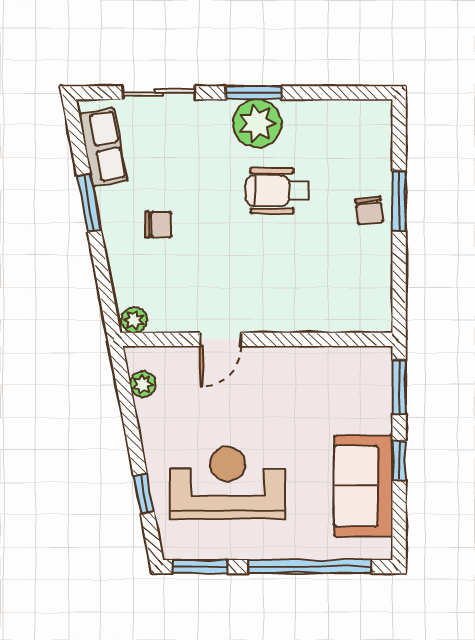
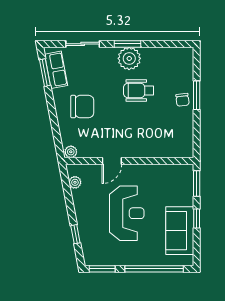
window: (89, 203) -> (45, 73), moved
chair: (158, 225) -> (82, 107), width x1.87, depth x1.87
reception desk: (228, 483) -> (127, 213), moved, turned 90

